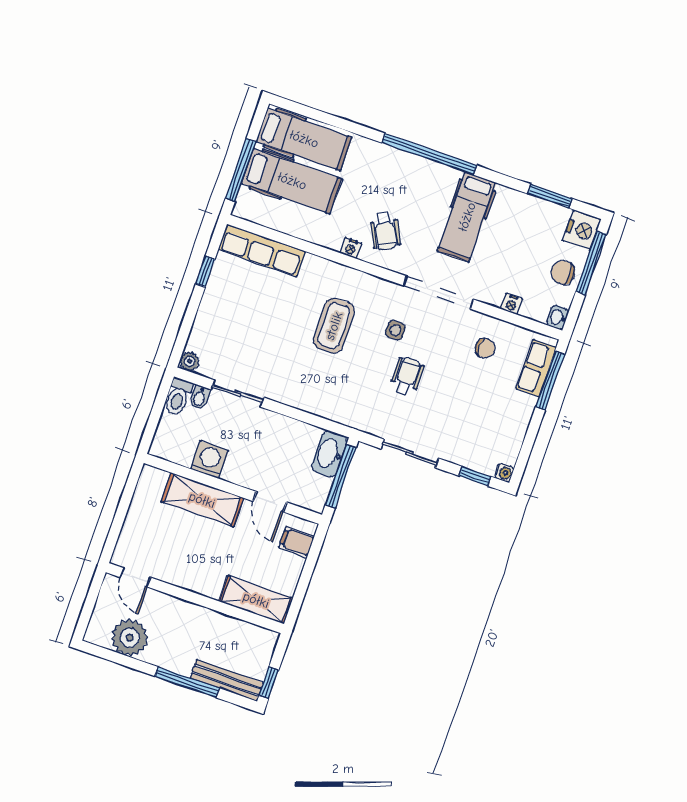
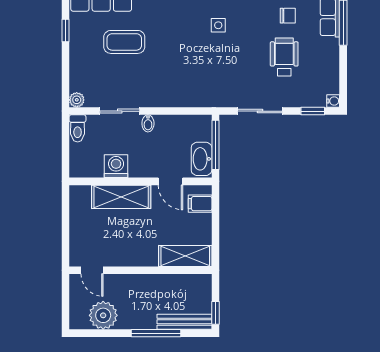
coffee table: (334, 326) -> (124, 42), moved, turned 90
wheelchair: (407, 376) -> (284, 57), moved, width x1.36, depth x1.37
bidet: (200, 397) -> (148, 123), moved
washbasin: (329, 454) -> (202, 159), moved

